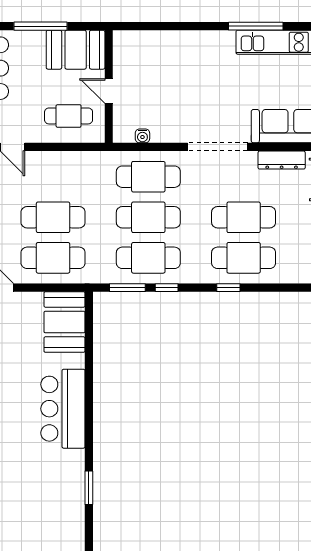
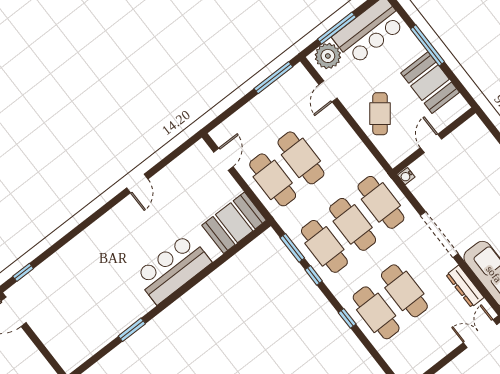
wall: (109, 87) -> (434, 141), moved
door: (109, 91) -> (431, 143), moved
cafe table: (69, 116) -> (380, 114), turned 38

